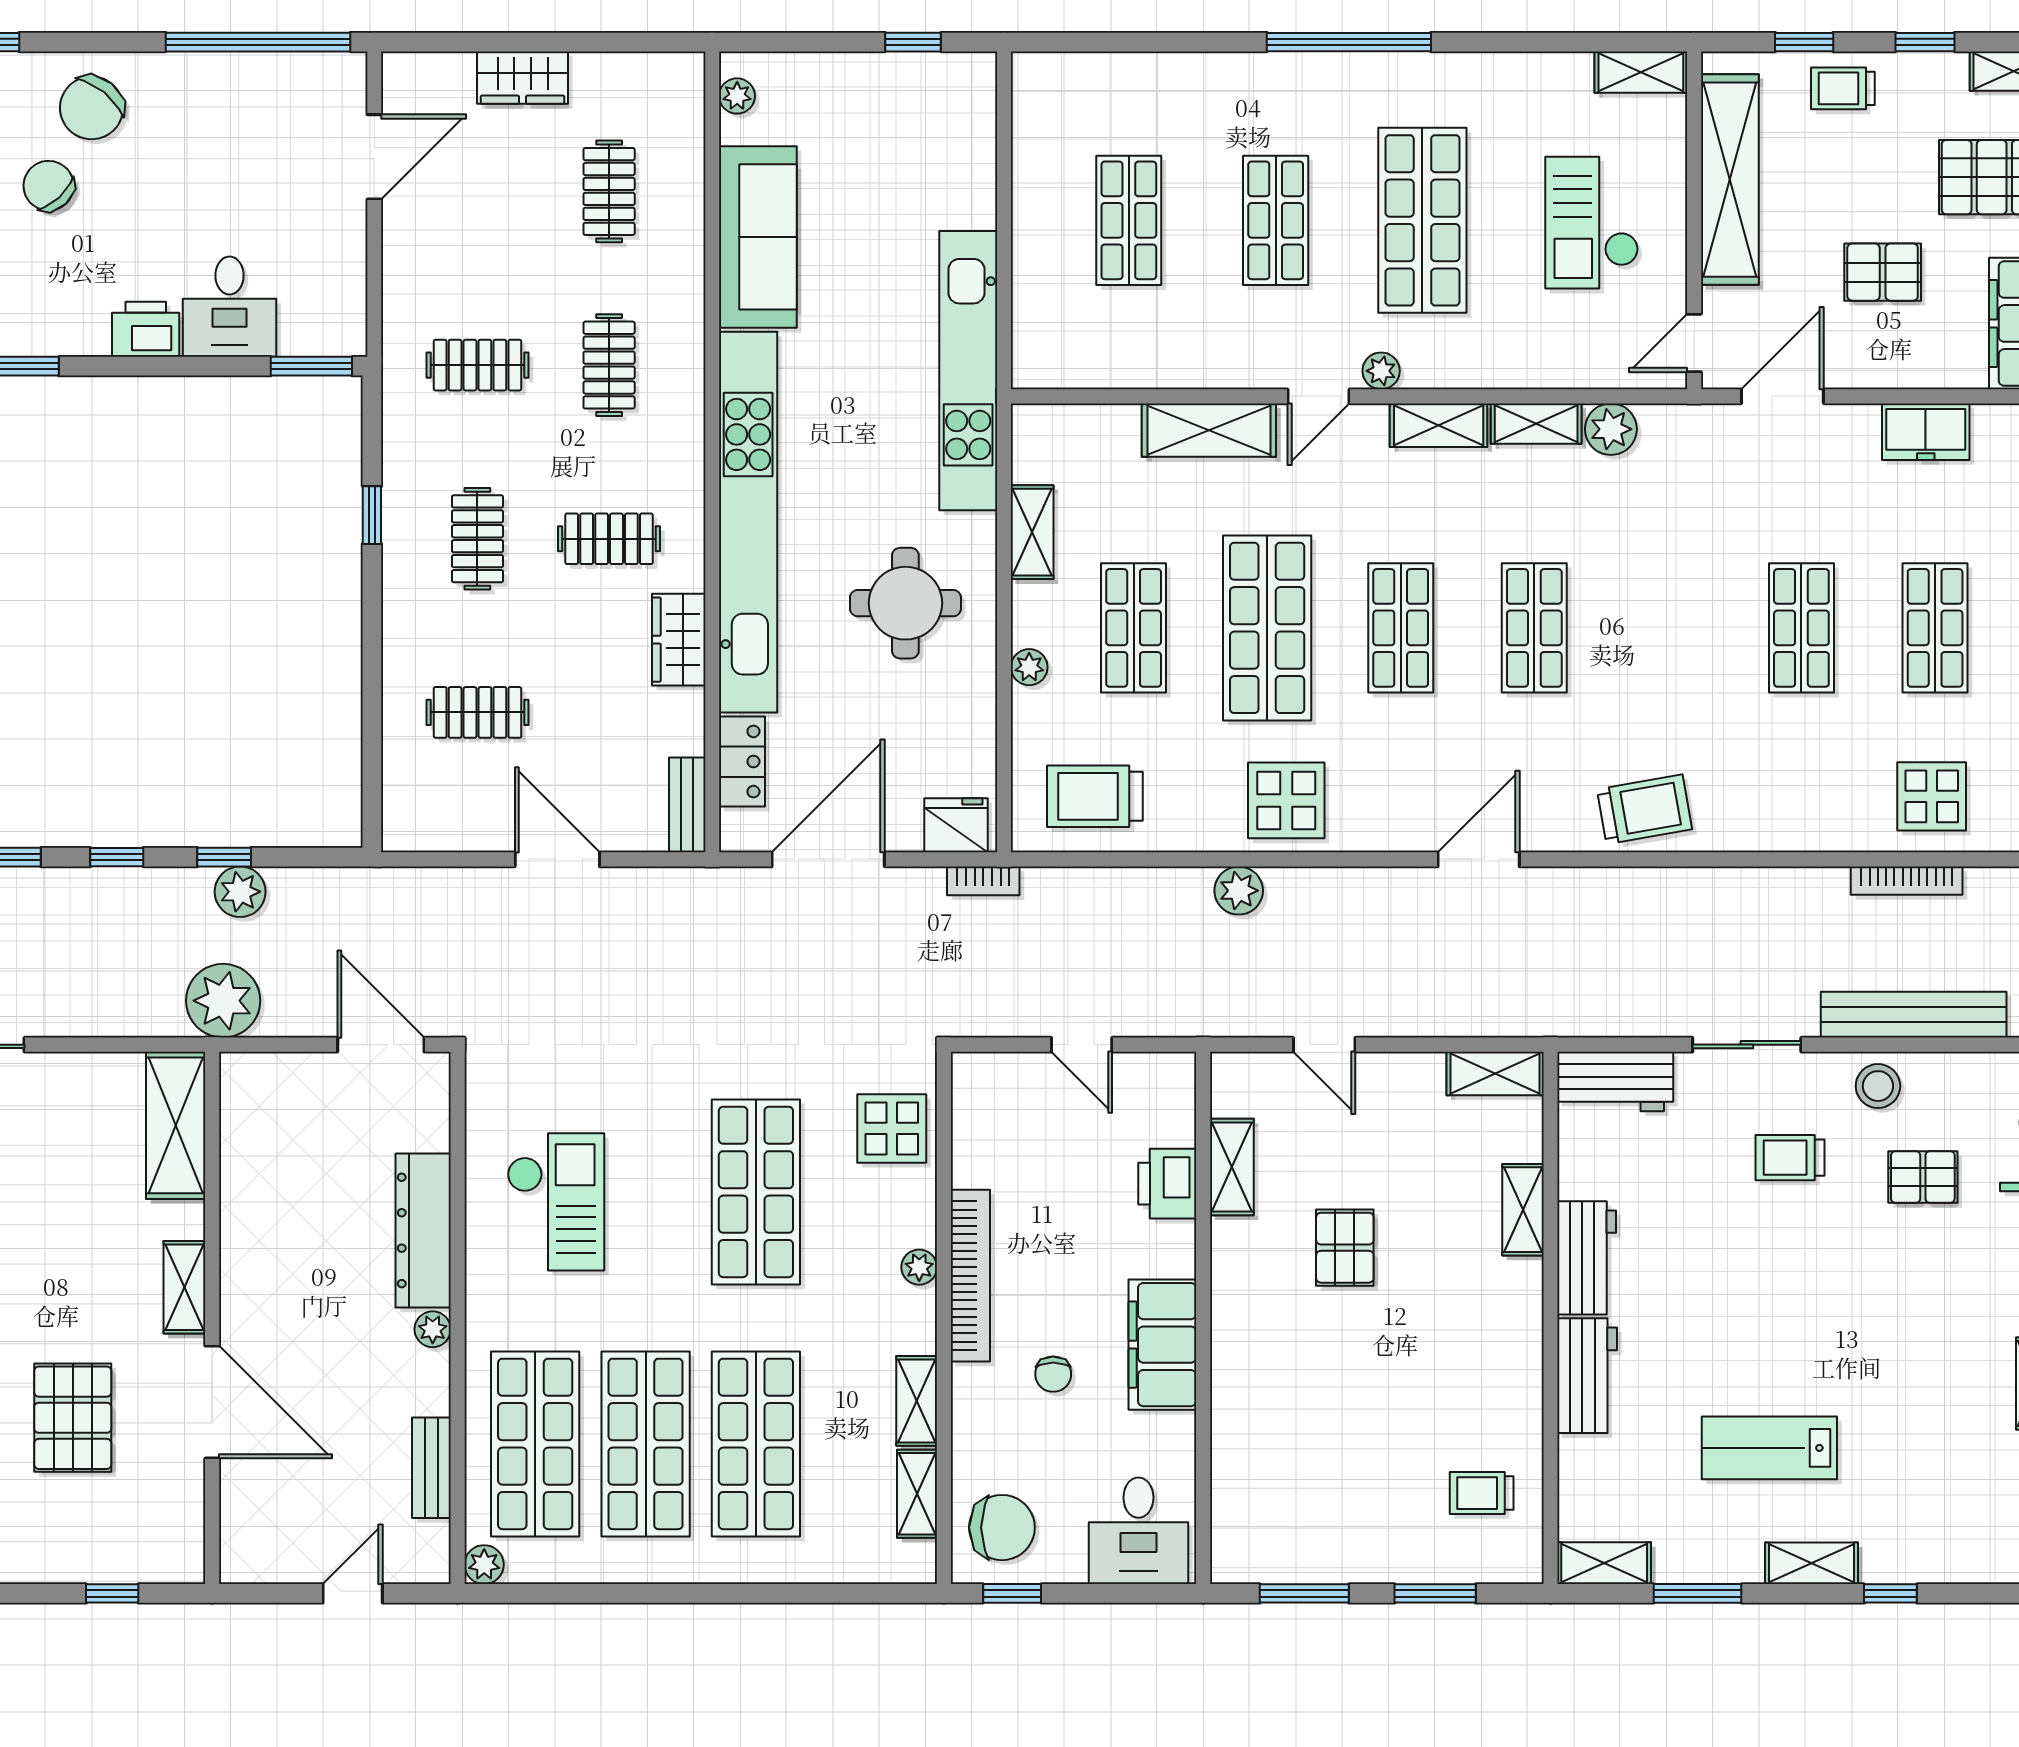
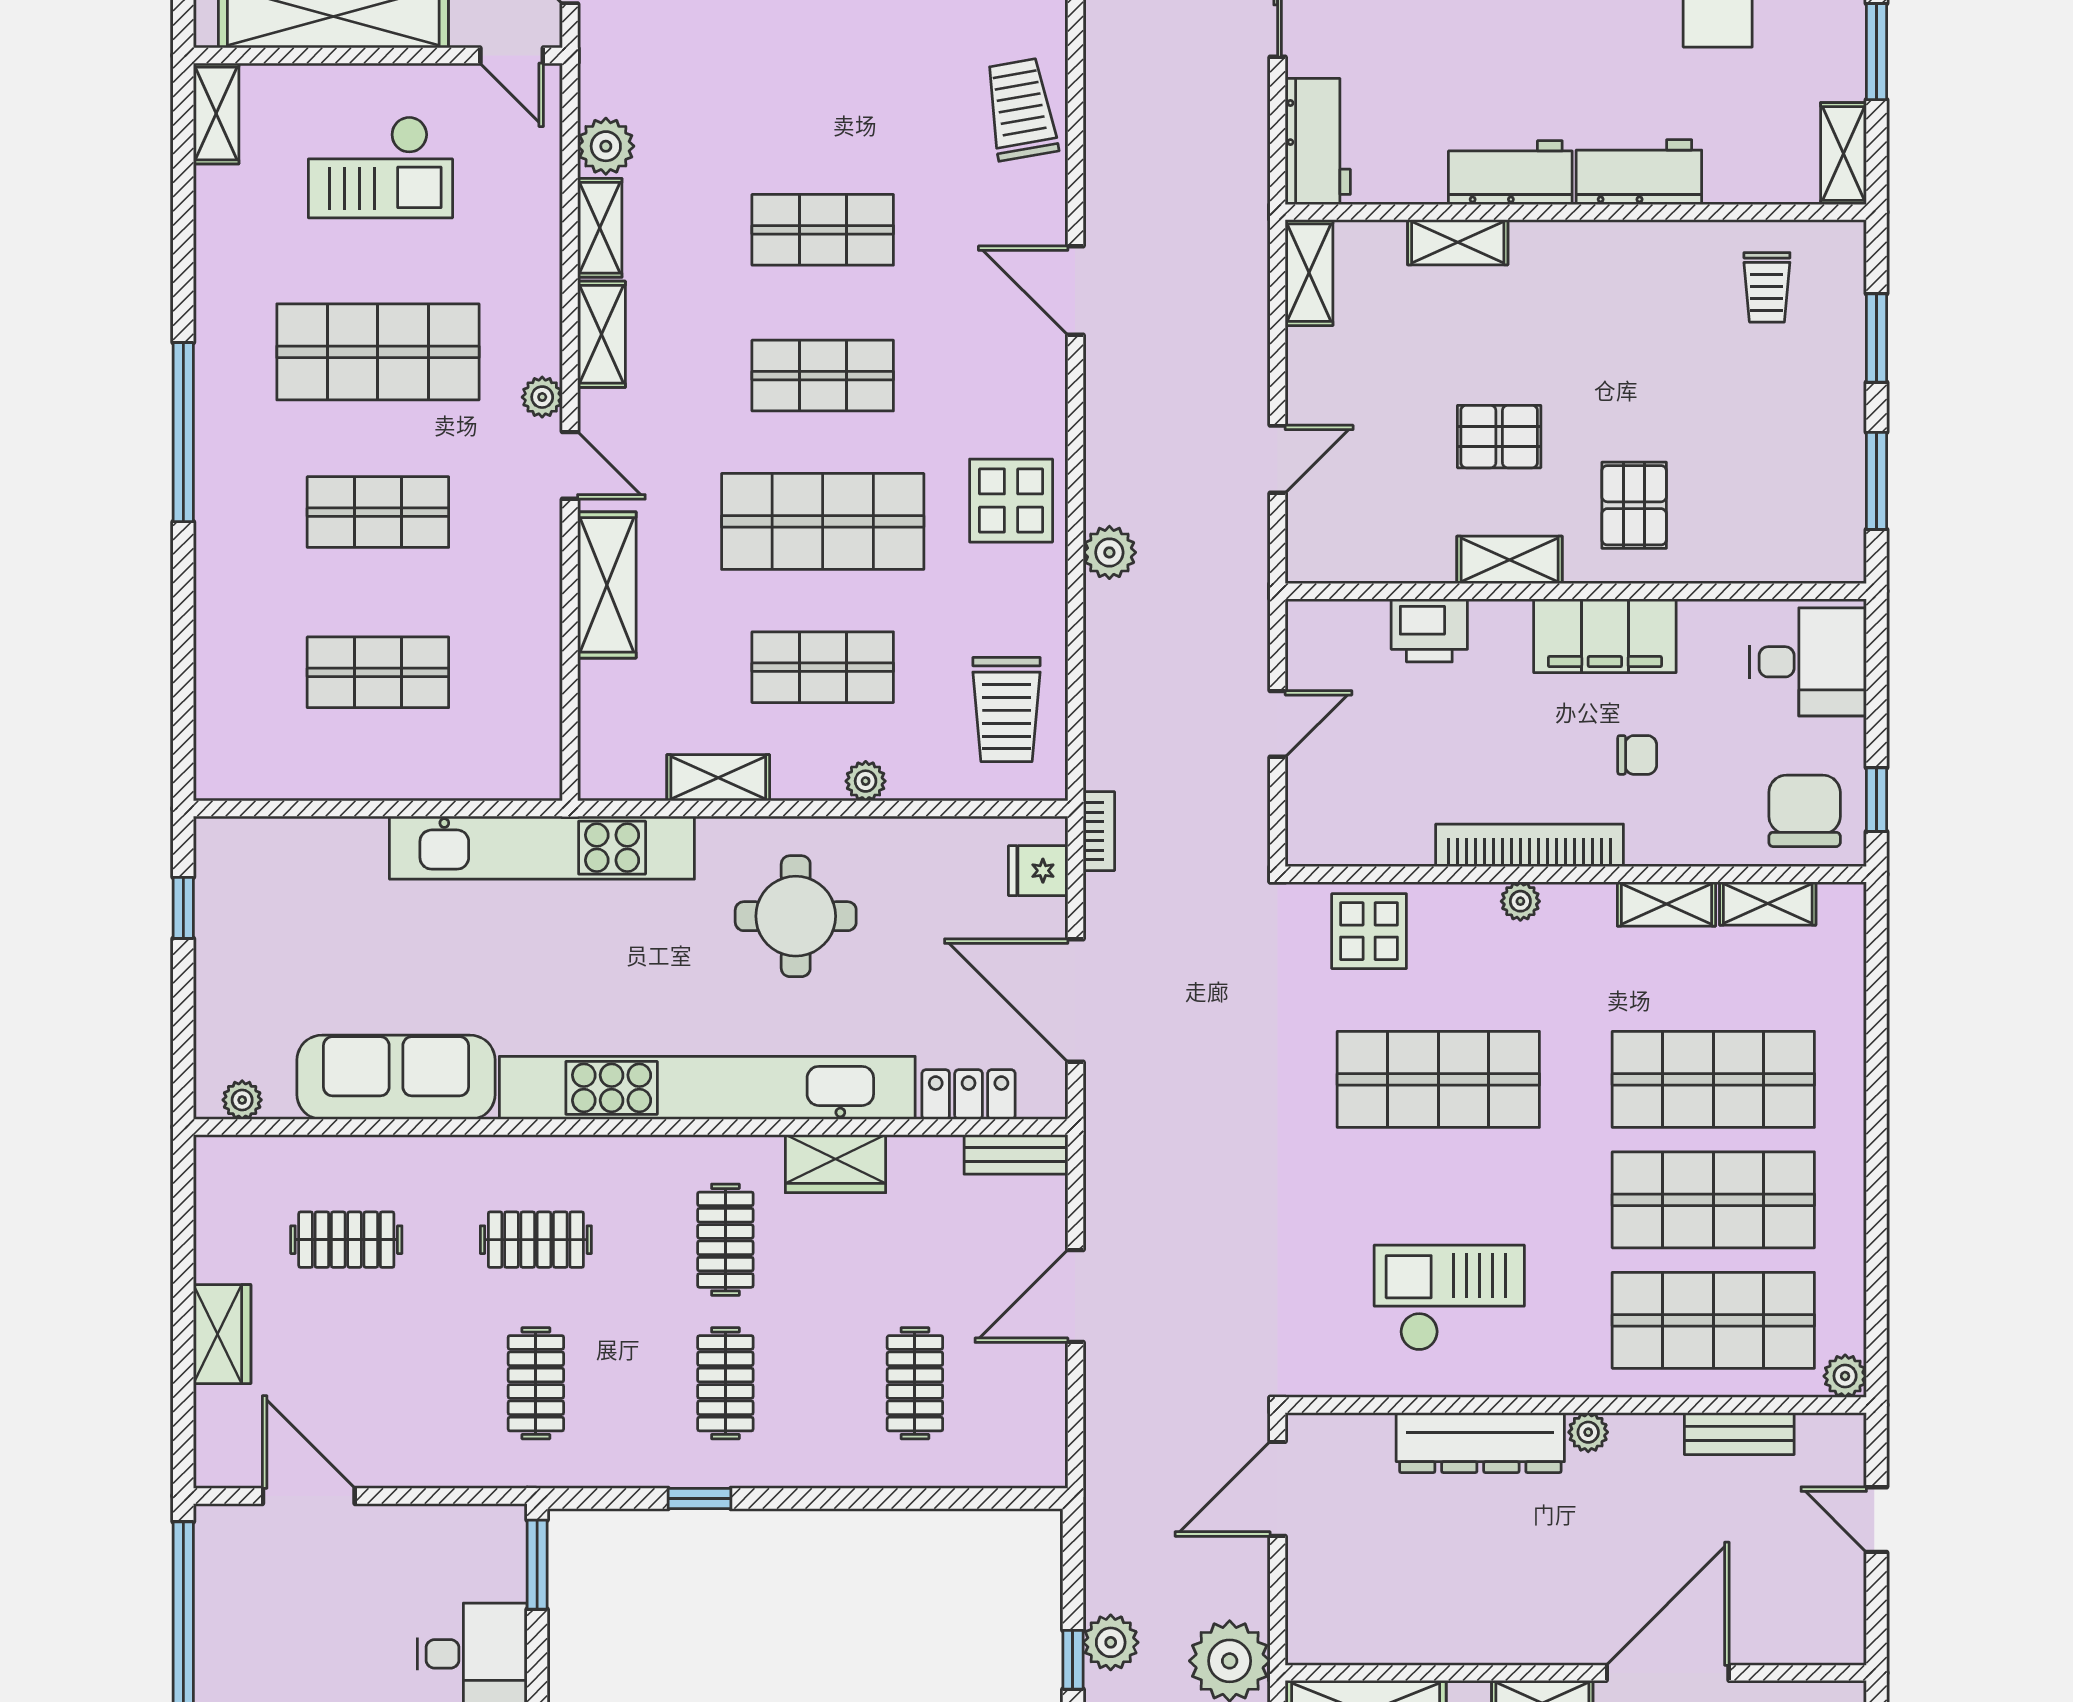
clothes rail: (477, 539) -> (725, 1383), turned 90
fridge: (956, 825) -> (1038, 871), width x0.72
shelving: (1232, 1167) -> (1510, 560), moved
pallet: (1282, 1371) -> (1634, 505), added

